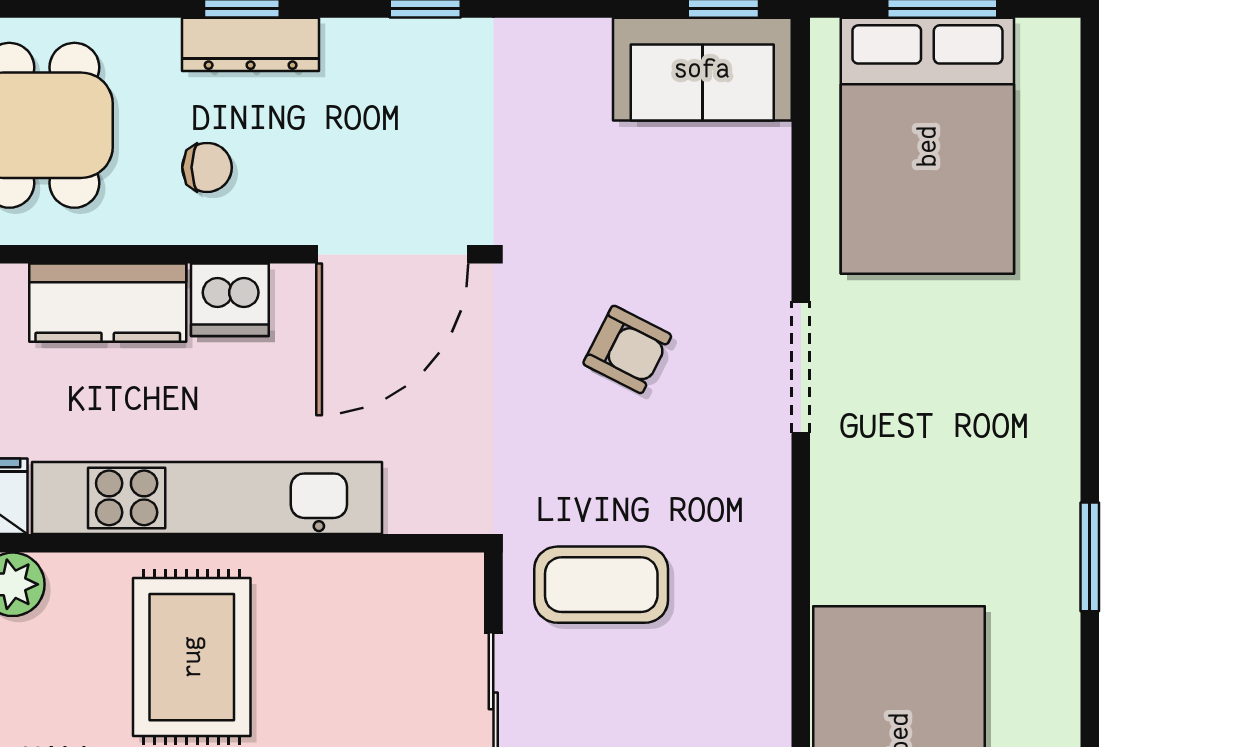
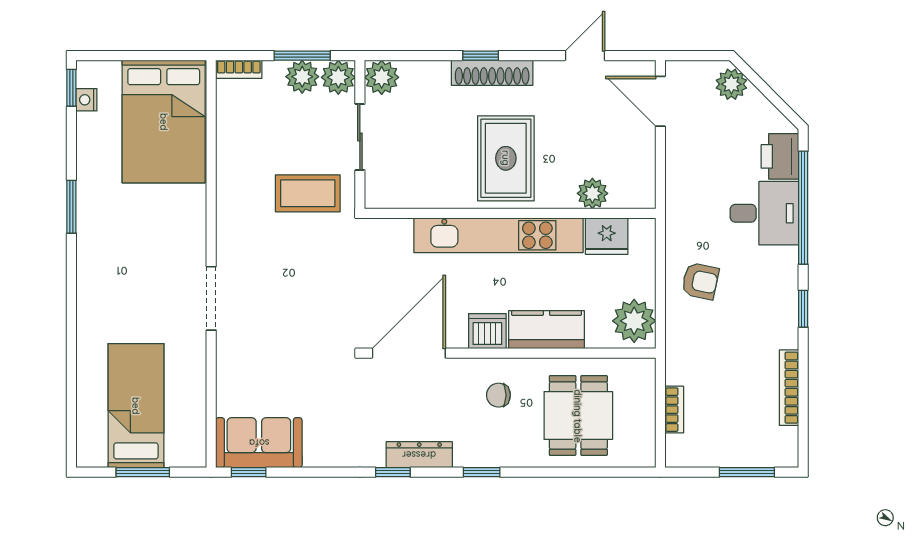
dresser: (251, 44) -> (419, 455), moved
bed: (927, 146) -> (136, 406), width x0.67
armchair: (627, 349) -> (295, 307), removed

